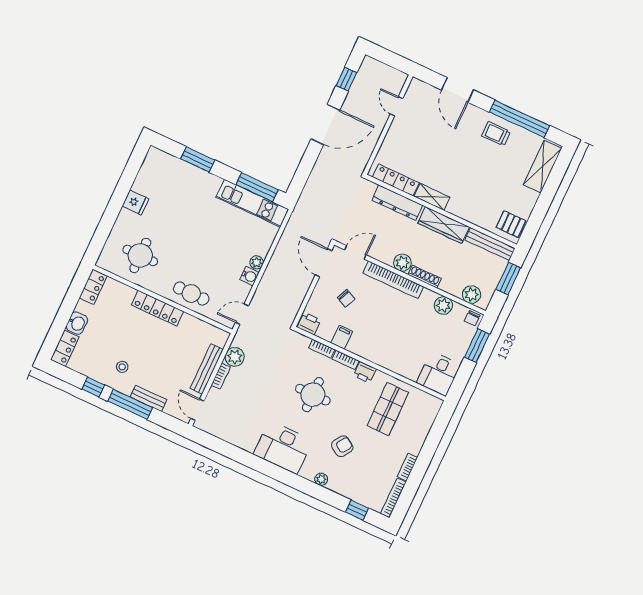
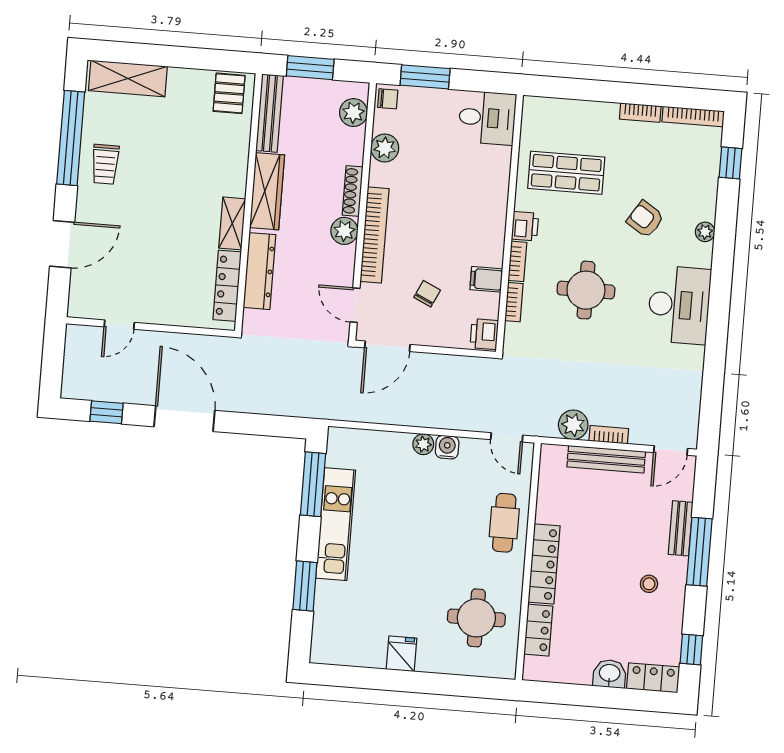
kitchen unit: (252, 203) -> (336, 524), moved
locker: (93, 287) -> (538, 630), moved, turned 90
window: (93, 387) -> (691, 649), moved

